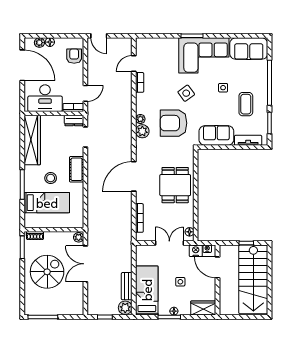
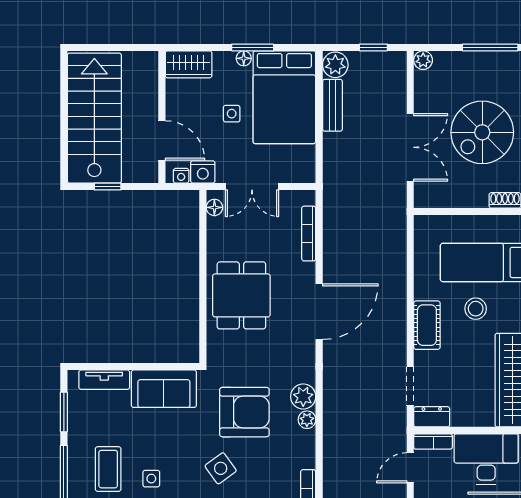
coffee table: (246, 104) -> (108, 469), moved
plant: (79, 237) -> (423, 60), moved
bed: (147, 290) -> (284, 97), width x1.50

